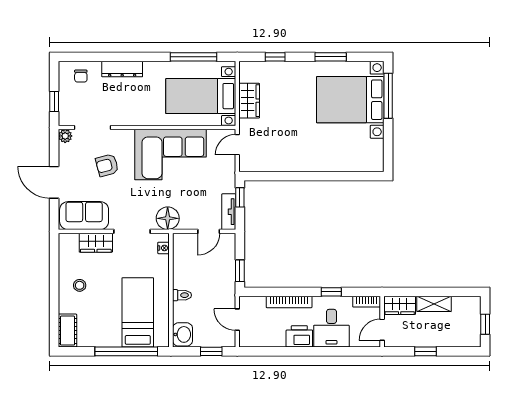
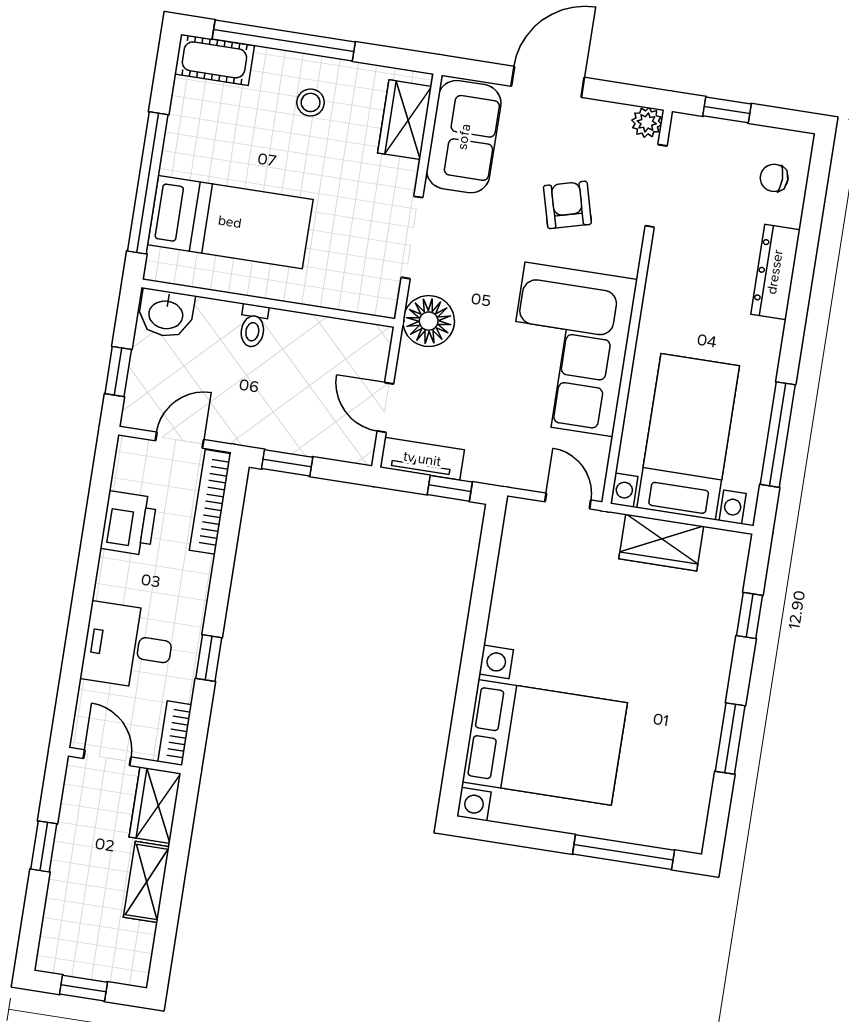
bed with nightstands: (350, 100) -> (545, 742), moved, turned 90
wardrobe: (96, 243) -> (405, 120), moved
nightstand: (164, 248) -> (364, 302), removed
window: (54, 301) -> (284, 40), added
bookcase: (289, 302) -> (210, 502), moved
printer: (299, 336) -> (129, 523), moved

